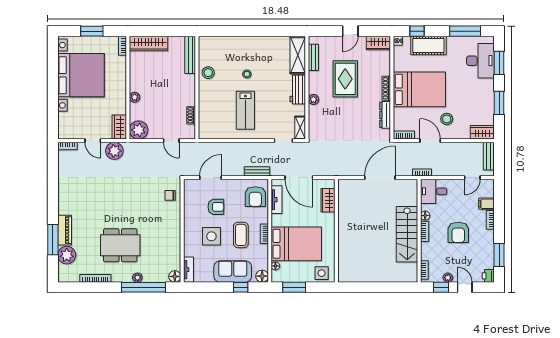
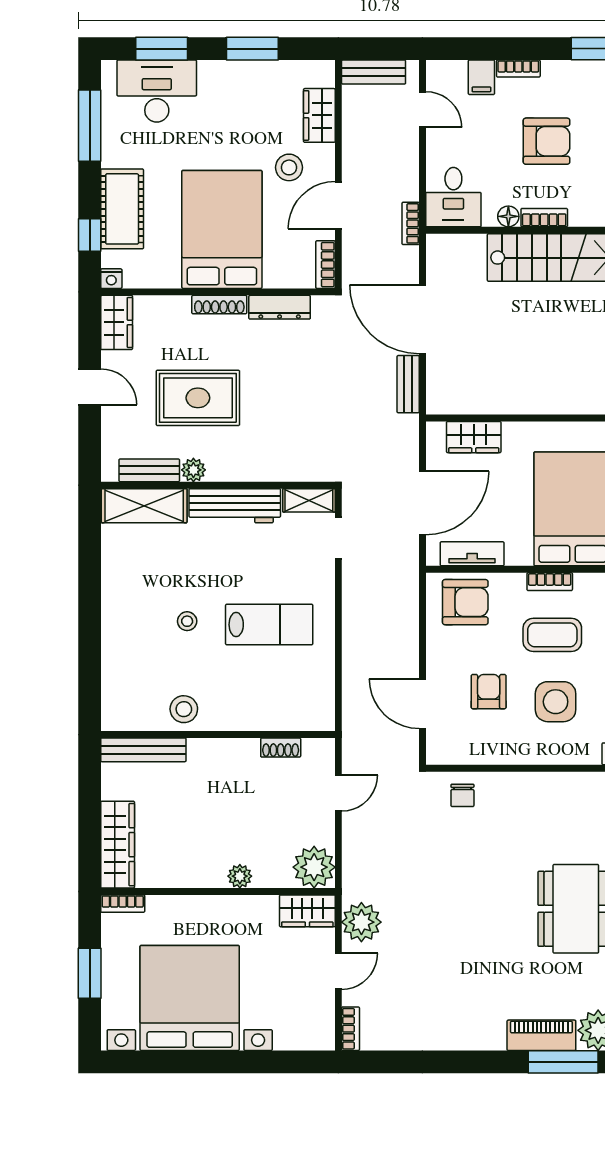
workbench: (298, 90) -> (235, 506), width x1.38
plant: (313, 99) -> (193, 470), moved
wardrobe: (482, 132) -> (319, 115), moved
bench: (257, 171) -> (408, 384), moved

